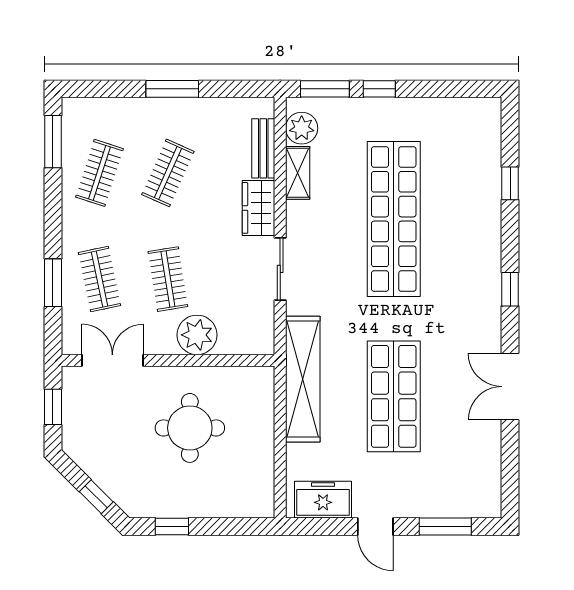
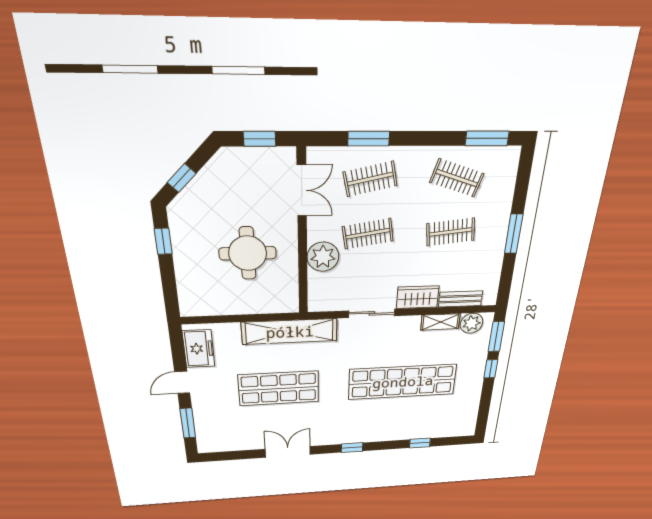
clothes rail: (168, 173) -> (451, 232), turned -30

